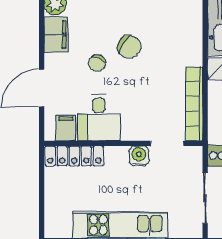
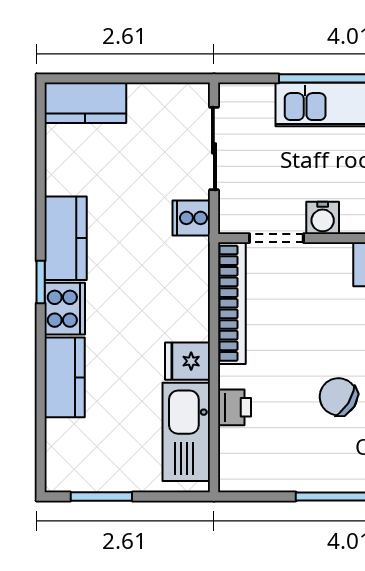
printer: (193, 40) -> (234, 407), added

